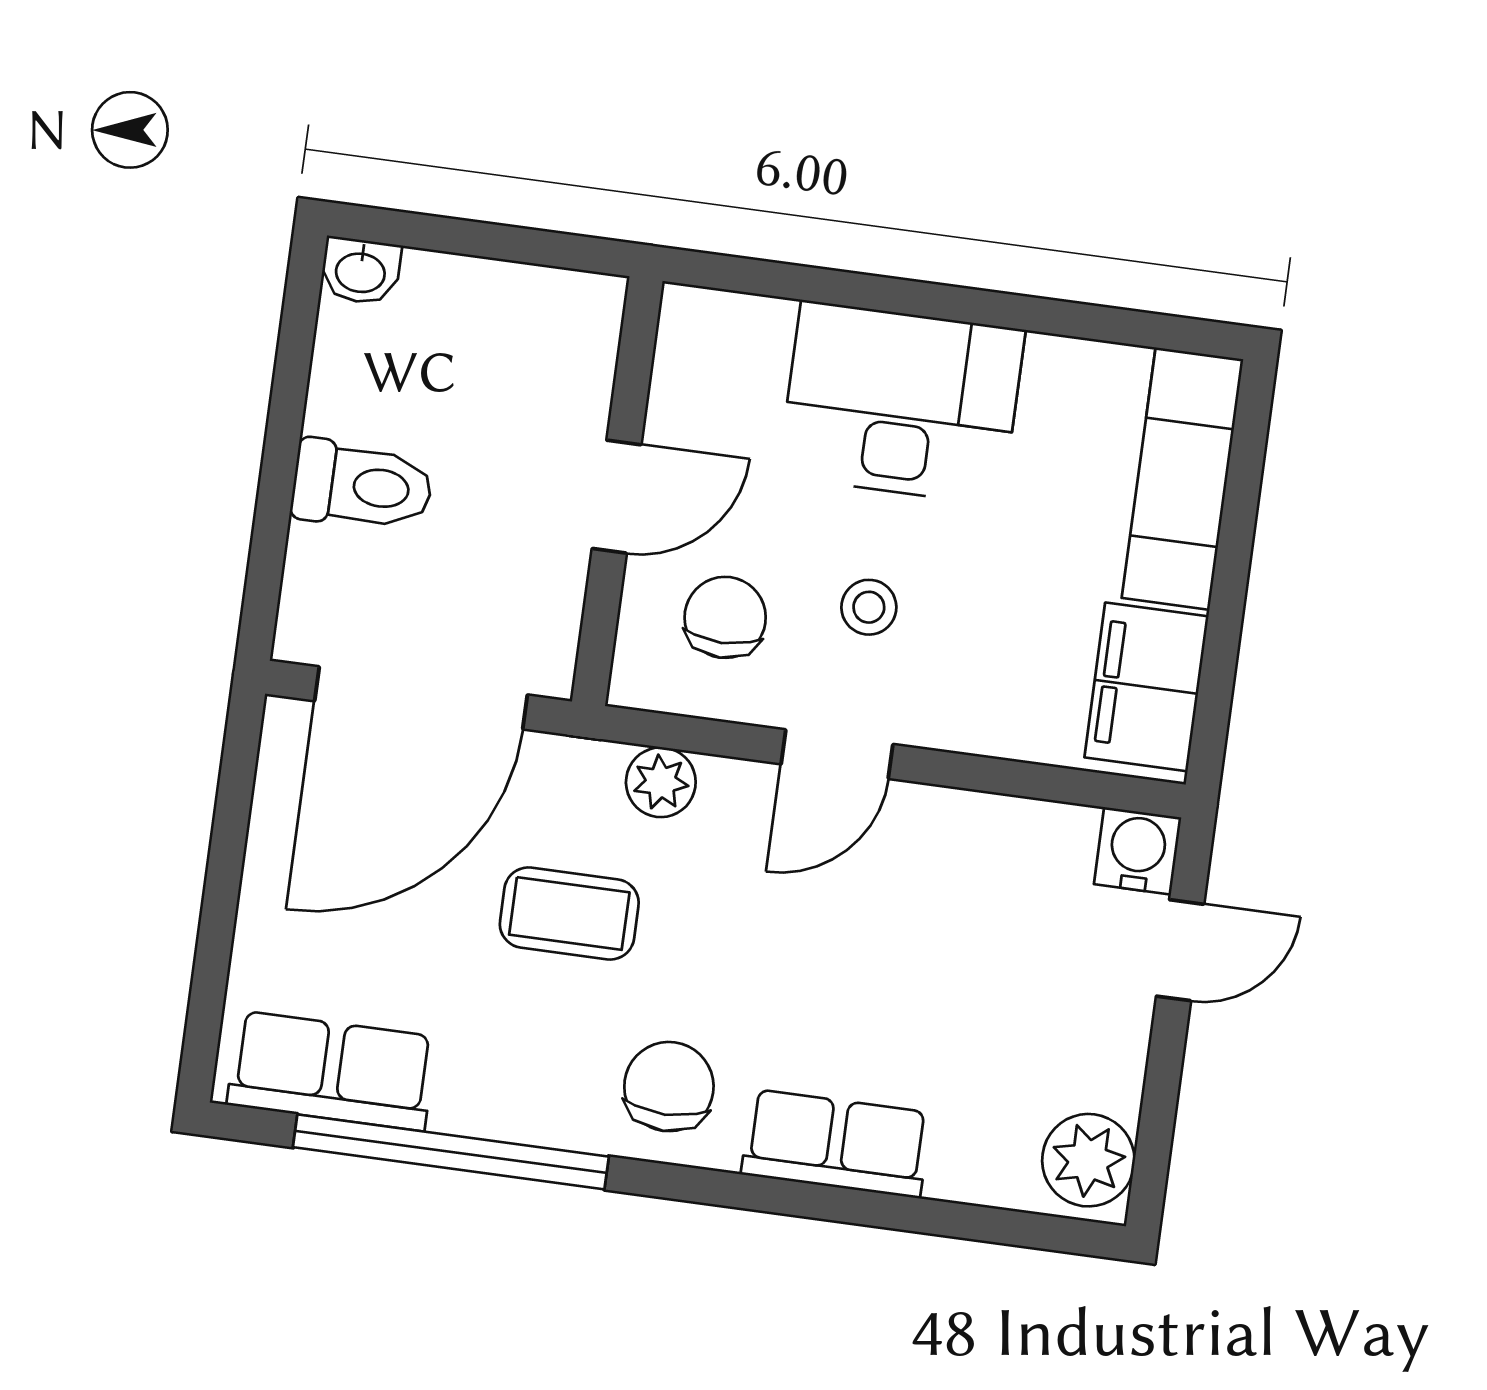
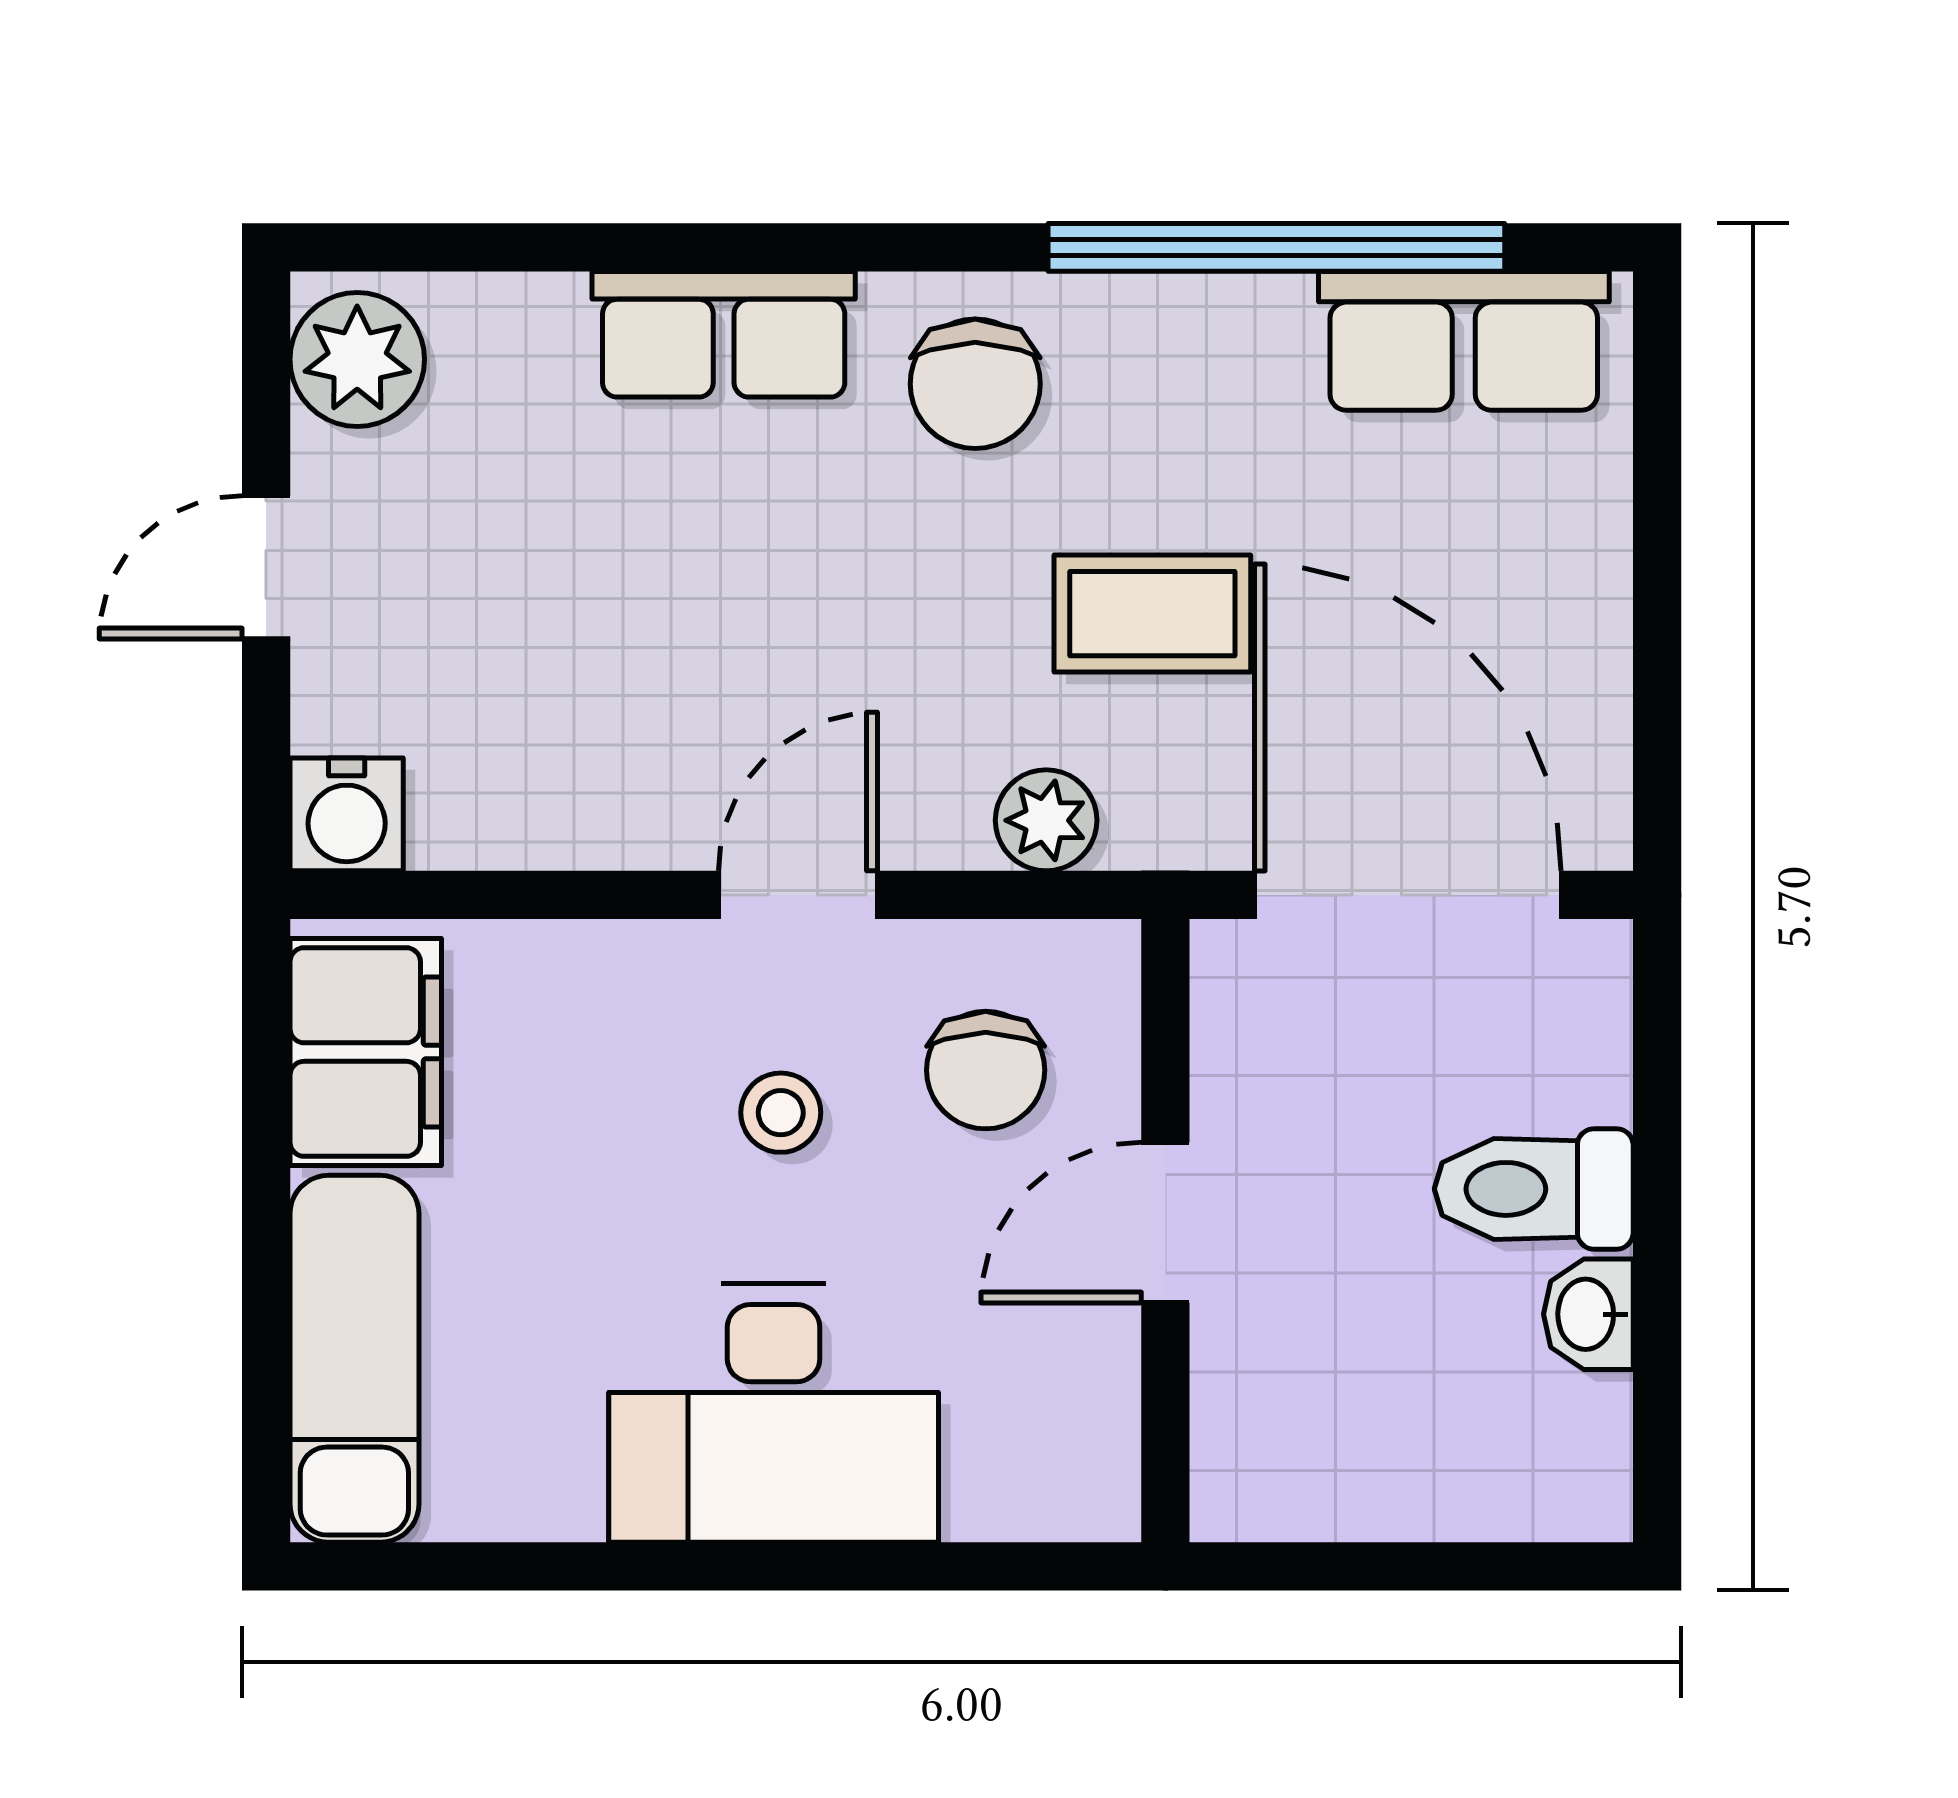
washbasin: (361, 271) -> (1588, 1314), moved, turned -90
door: (421, 698) -> (1408, 895), hinge flipped
door: (1180, 950) -> (266, 567), moved

